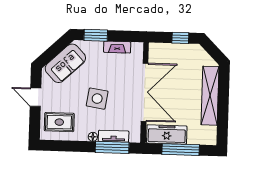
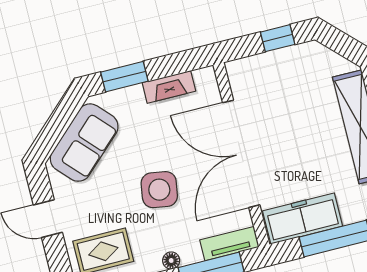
double door: (145, 92) -> (241, 154), swing flipped
tv unit: (114, 136) -> (229, 244), moved

